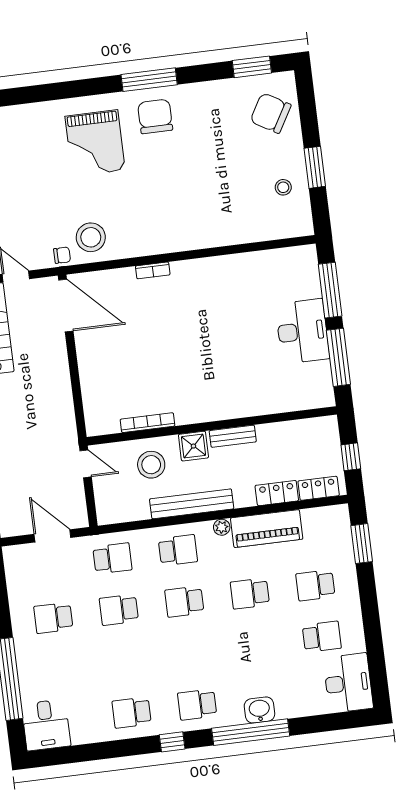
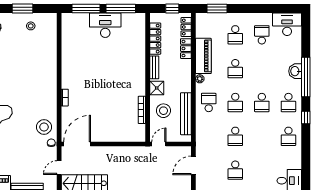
locker: (289, 431) -> (155, 39), added
bench: (192, 504) -> (186, 114), moved
school desk: (112, 558) -> (262, 102), moved, turned 180

